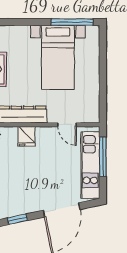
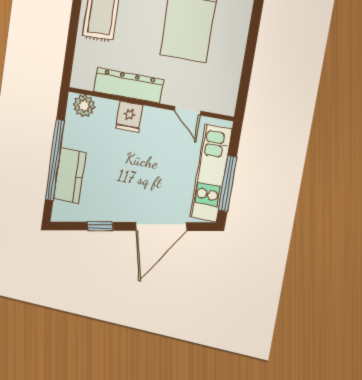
window: (103, 157) -> (227, 184), moved

